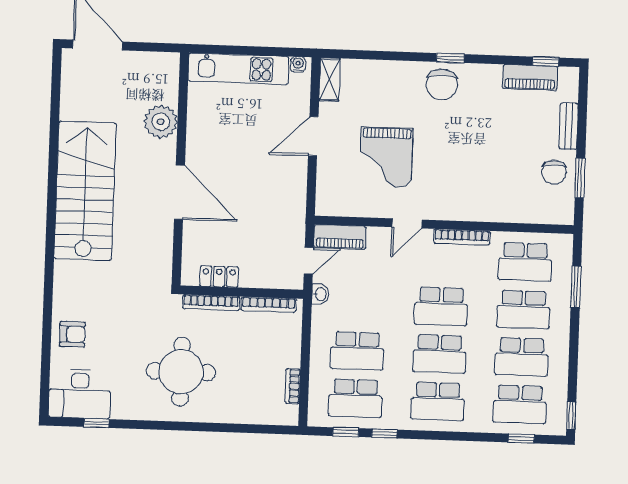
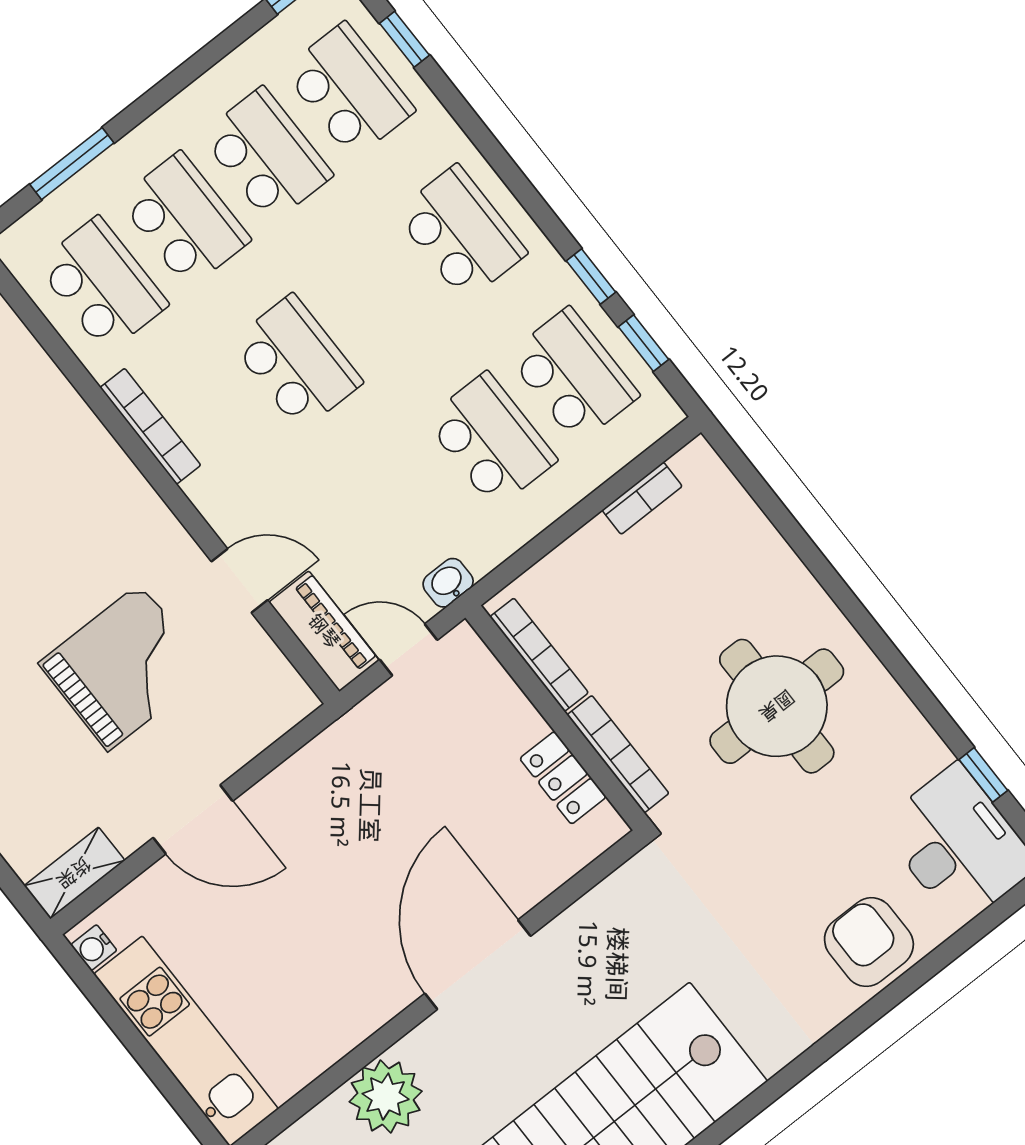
door: (407, 223) -> (240, 581), moved
armchair: (72, 334) -> (869, 942), width x1.38, depth x1.38
school desk: (439, 354) -> (379, 298), removed

